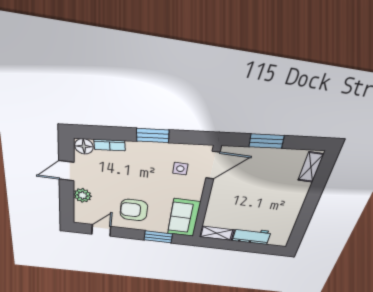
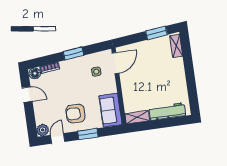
window: (266, 141) -> (156, 33), moved
door: (66, 171) -> (27, 95), swing flipped
plant: (82, 195) -> (43, 130), moved
workbench: (252, 236) -> (167, 112), width x1.38
window: (158, 237) -> (88, 134), moved

